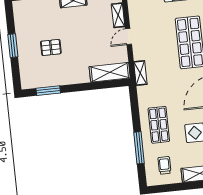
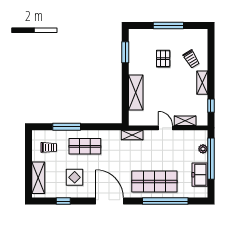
trolley: (48, 16) -> (191, 59), added
window: (13, 46) -> (168, 25), width x1.44
shelving: (110, 72) -> (136, 92), moved

